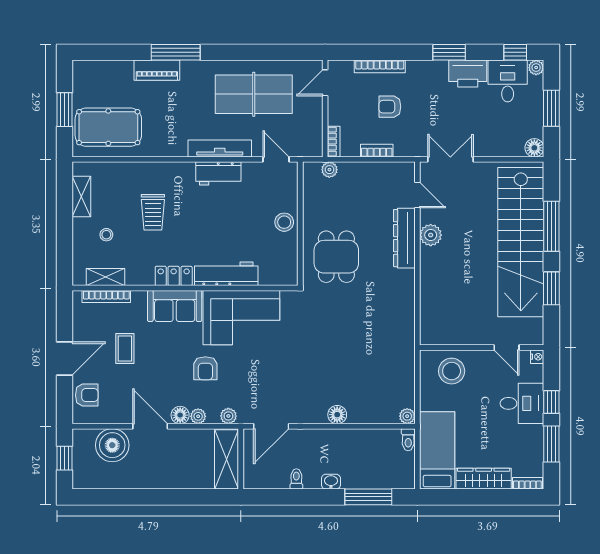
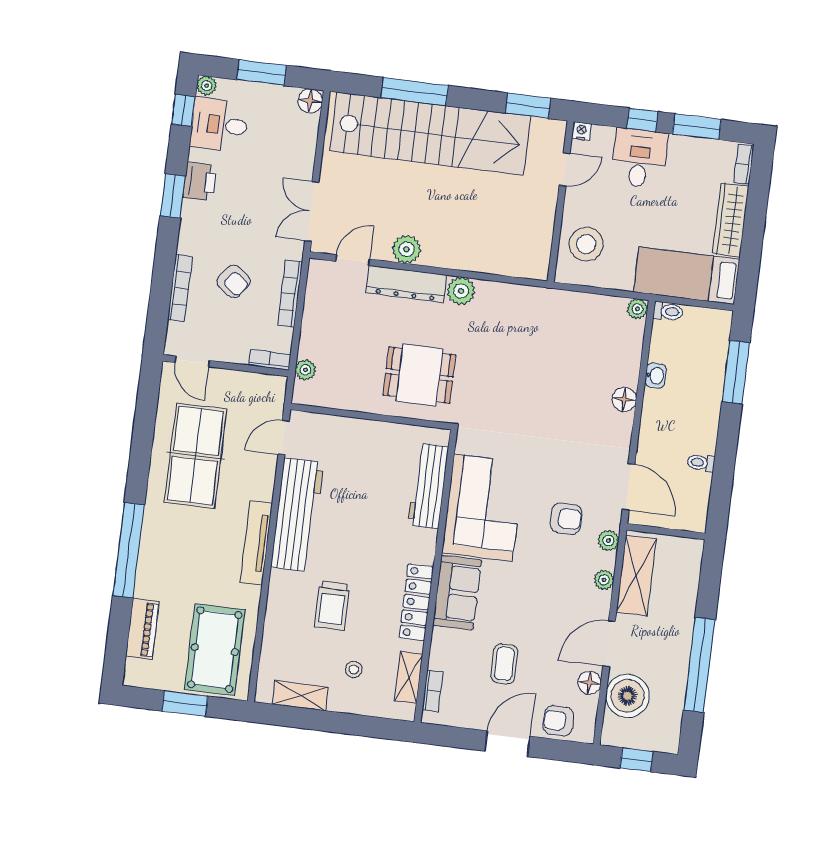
window: (176, 52) -> (129, 550), width x1.46
piano: (157, 70) -> (142, 629), moved
printer: (468, 74) -> (200, 182), width x0.73, depth x0.84
armchair: (390, 107) -> (234, 281), turned -52
tv unit: (220, 149) -> (256, 543), moved
bookcase: (377, 151) -> (290, 294), width x1.56
workbench: (218, 173) -> (297, 515), width x1.88, depth x1.32
trolley: (153, 212) -> (332, 606), turned 90
stool: (284, 222) -> (366, 437), removed
workbench: (226, 274) -> (428, 486), moved
locker: (174, 276) -> (416, 602), width x1.53
plant: (404, 280) -> (461, 291), added
window: (551, 288) -> (528, 106), moved
bookcase: (106, 297) -> (432, 691), width x0.64
coffee table: (125, 349) -> (504, 664), turned 90
door: (64, 358) -> (507, 744), hinge flipped
armchair: (205, 368) -> (566, 519), moved
armchair: (87, 395) -> (558, 721), turned -90
floor lamp: (180, 415) -> (589, 683), moved
shelving: (227, 459) -> (636, 576), moved, turned 90
washbasin: (331, 482) -> (655, 376), moved, turned 180
window: (143, 497) -> (699, 665), added

